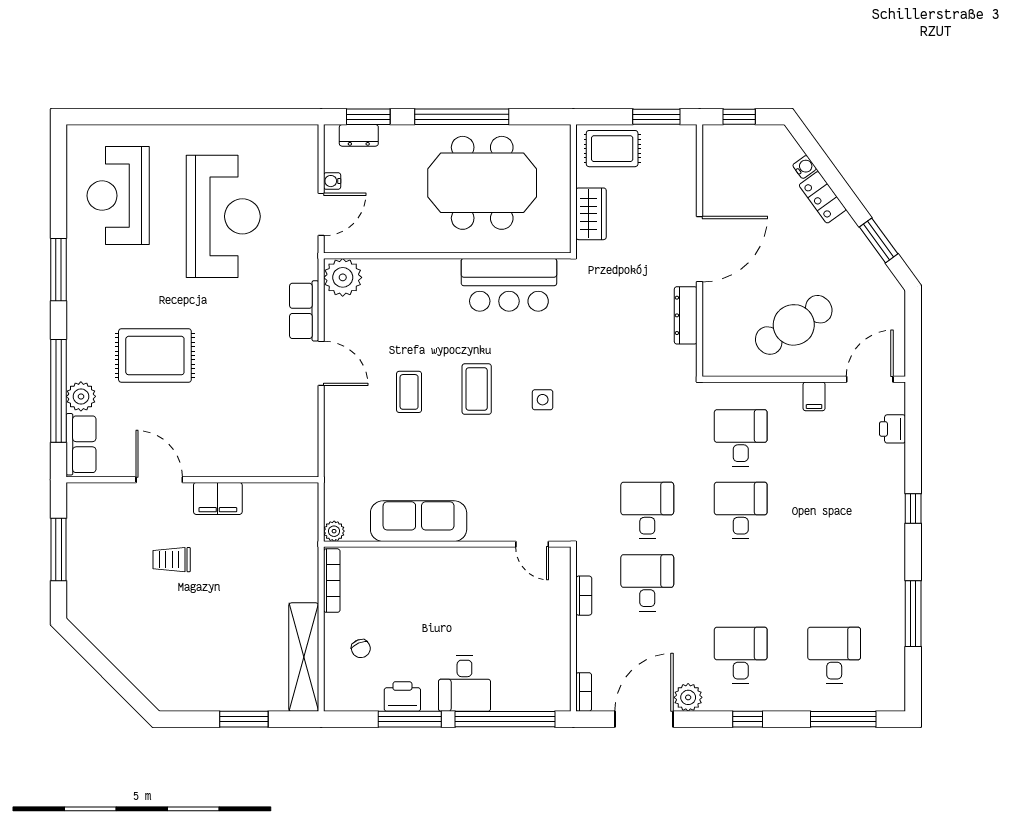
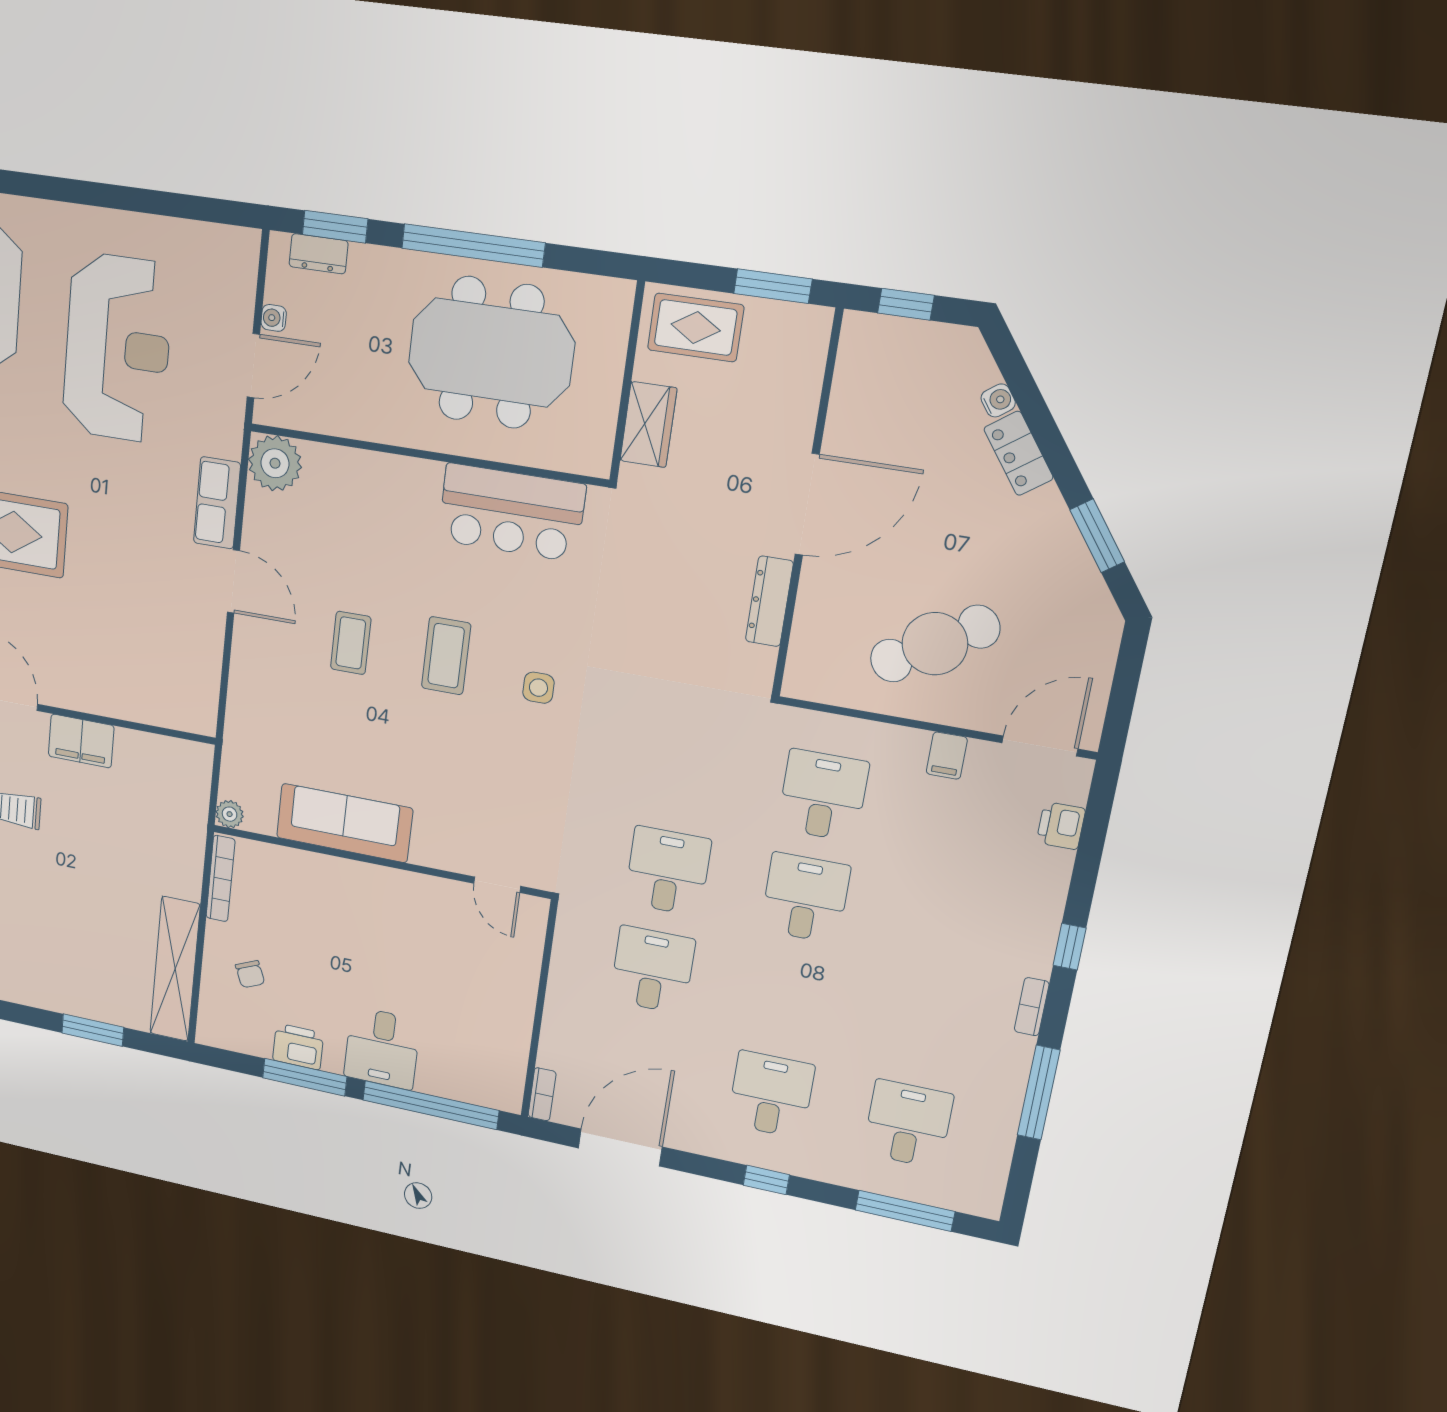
bookcase: (584, 596) -> (1032, 1007), moved, turned 180
plant: (688, 697) -> (687, 1133), removed

